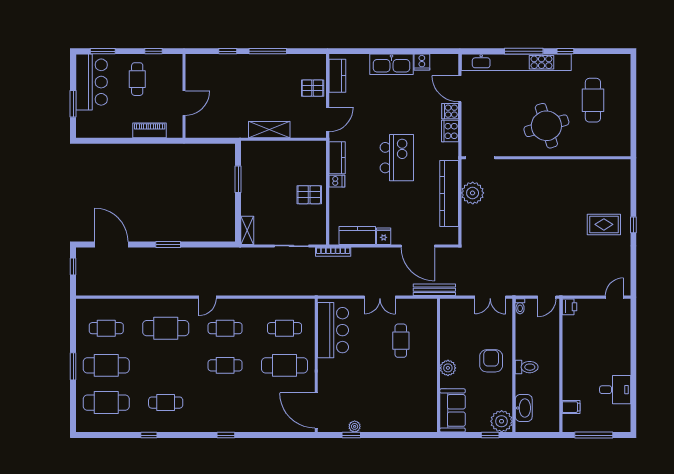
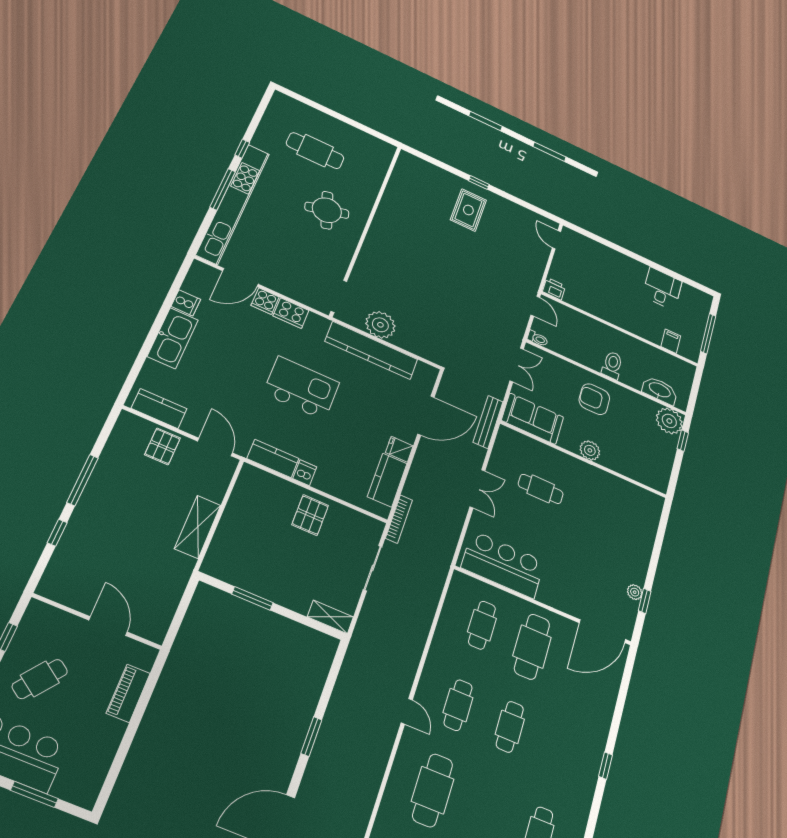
cafe table: (137, 79) -> (40, 679), turned -54
round table: (546, 126) -> (327, 210), width x0.73, depth x0.73
sofa: (453, 410) -> (533, 419), moved

